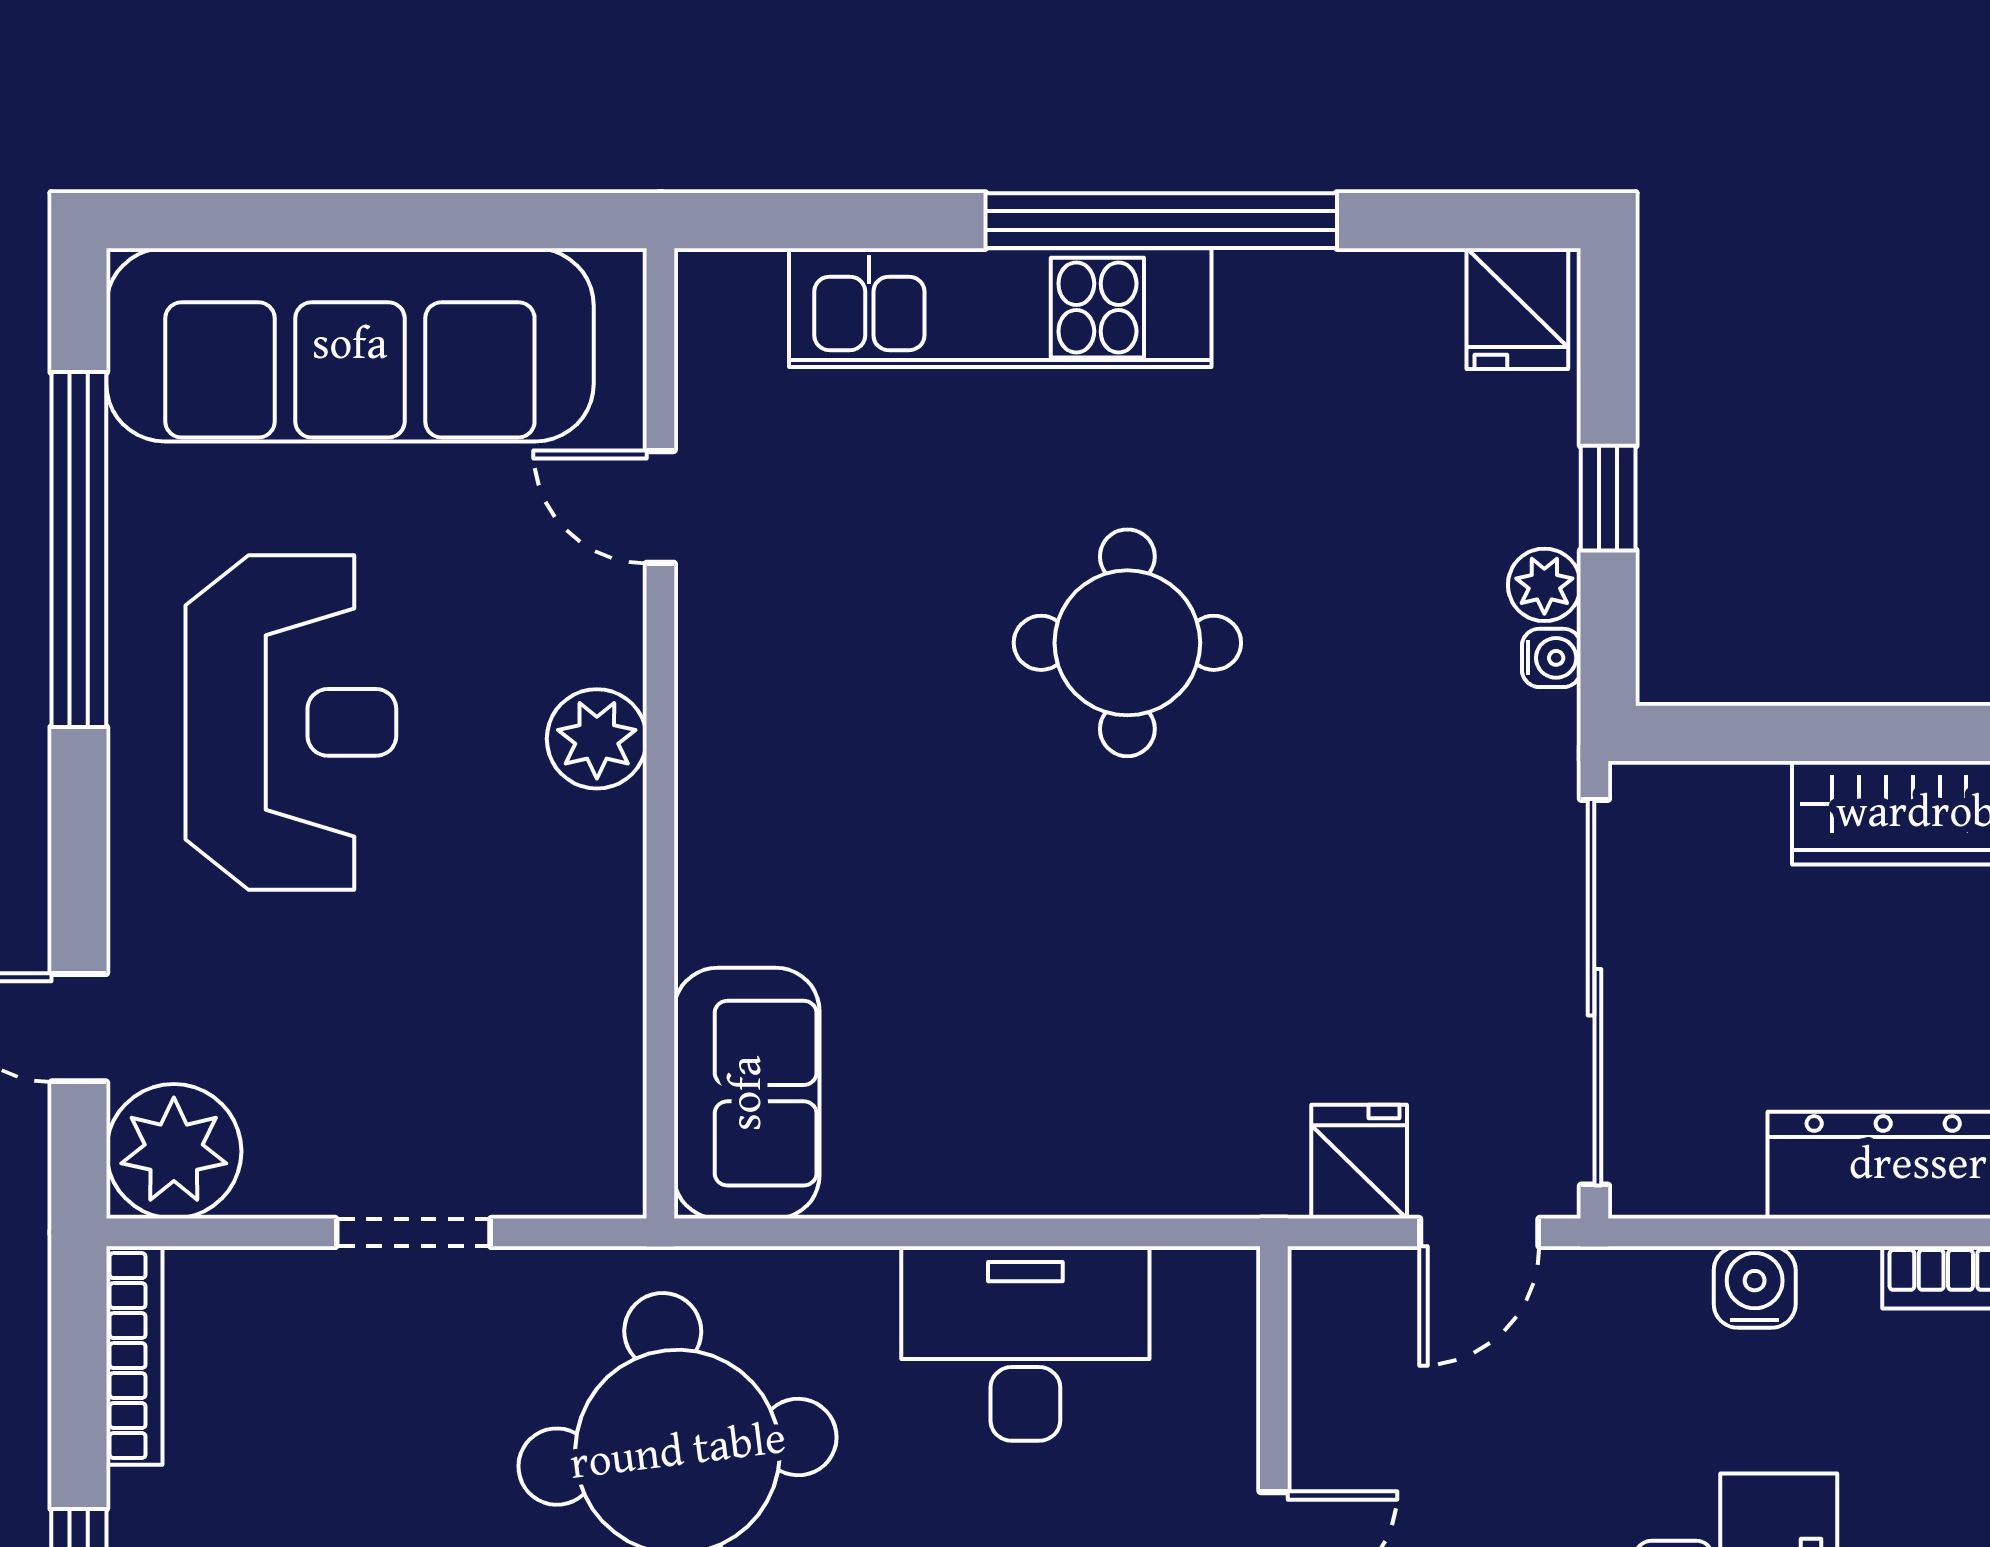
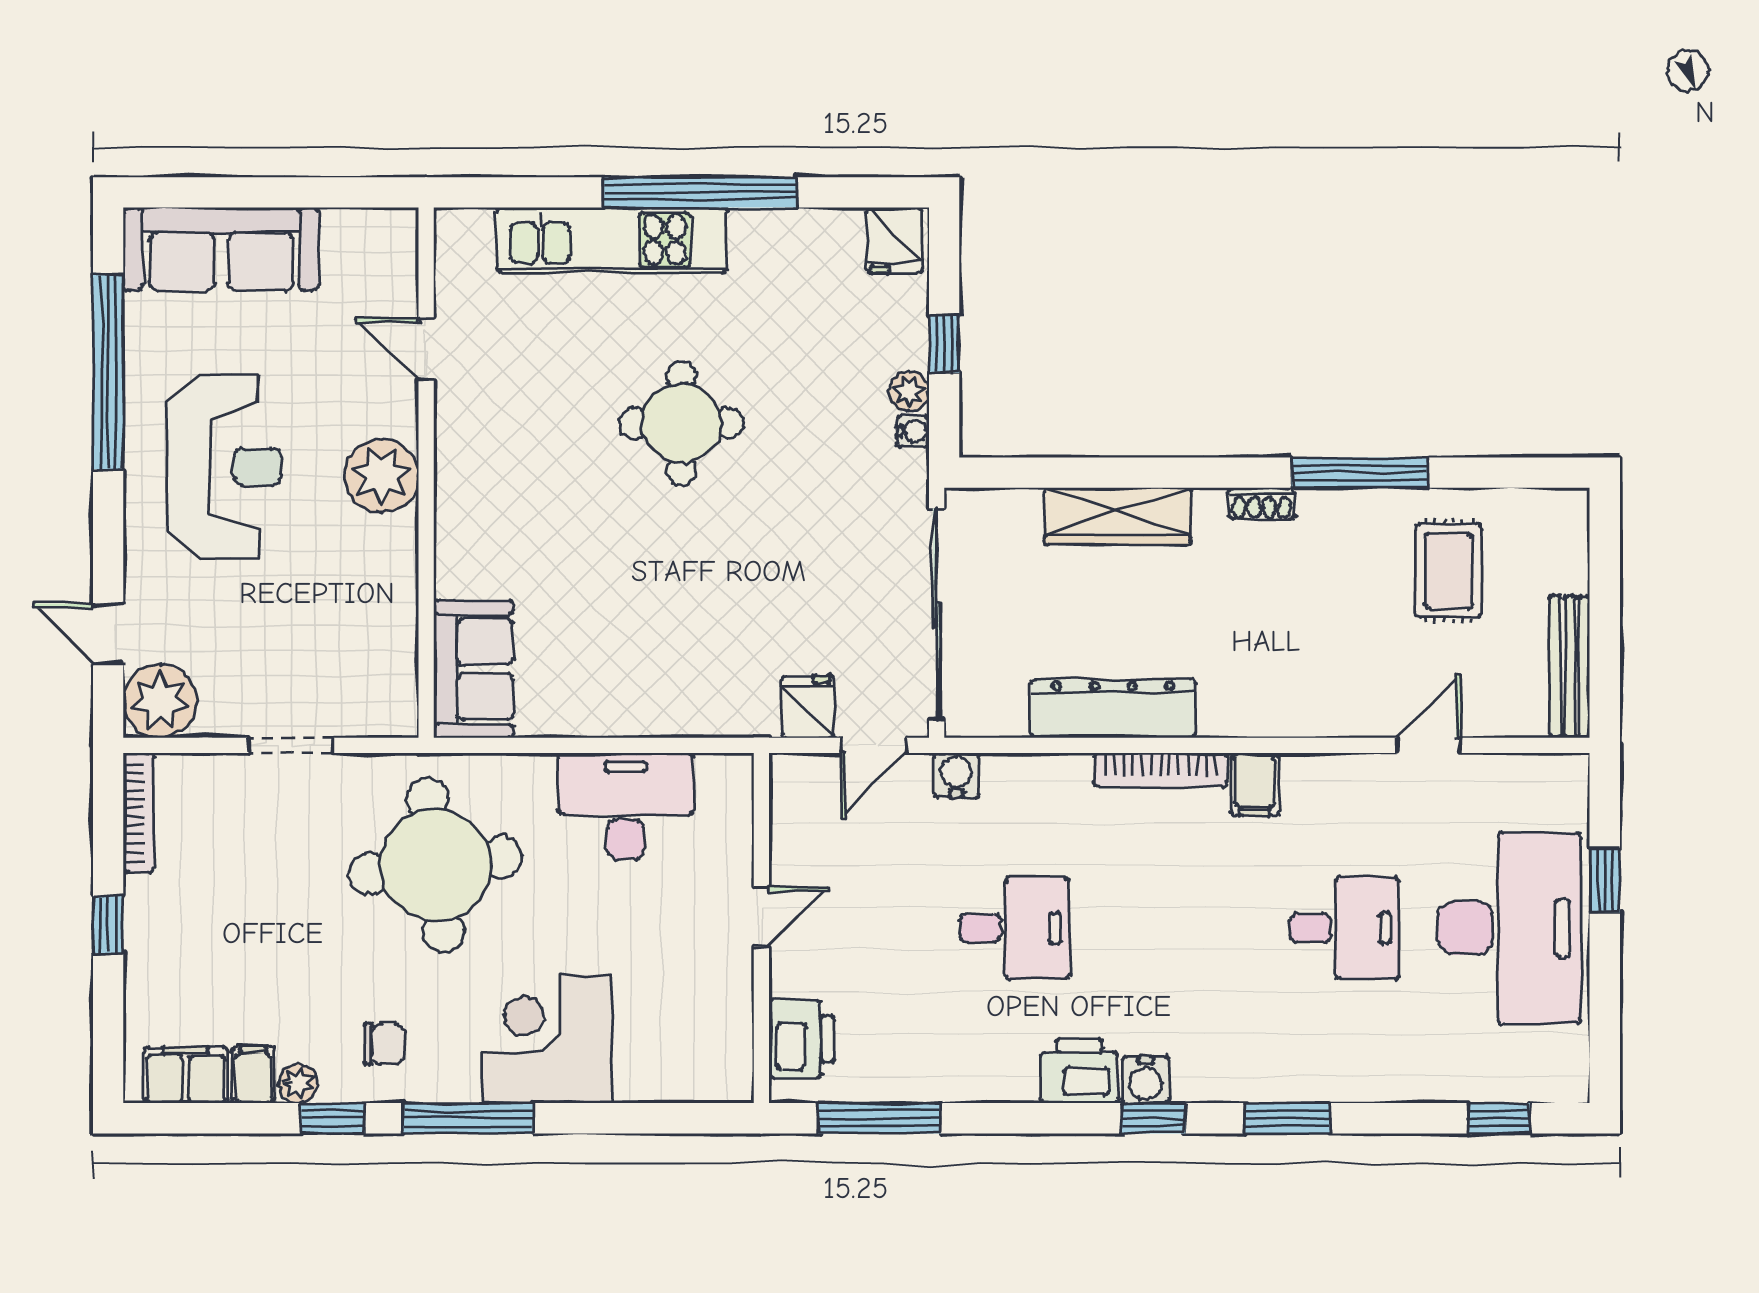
sofa: (350, 345) -> (221, 249), width x0.74, depth x0.79
plant: (597, 739) -> (381, 476), width x1.36, depth x1.36
water cooler: (1755, 1287) -> (956, 775), moved

